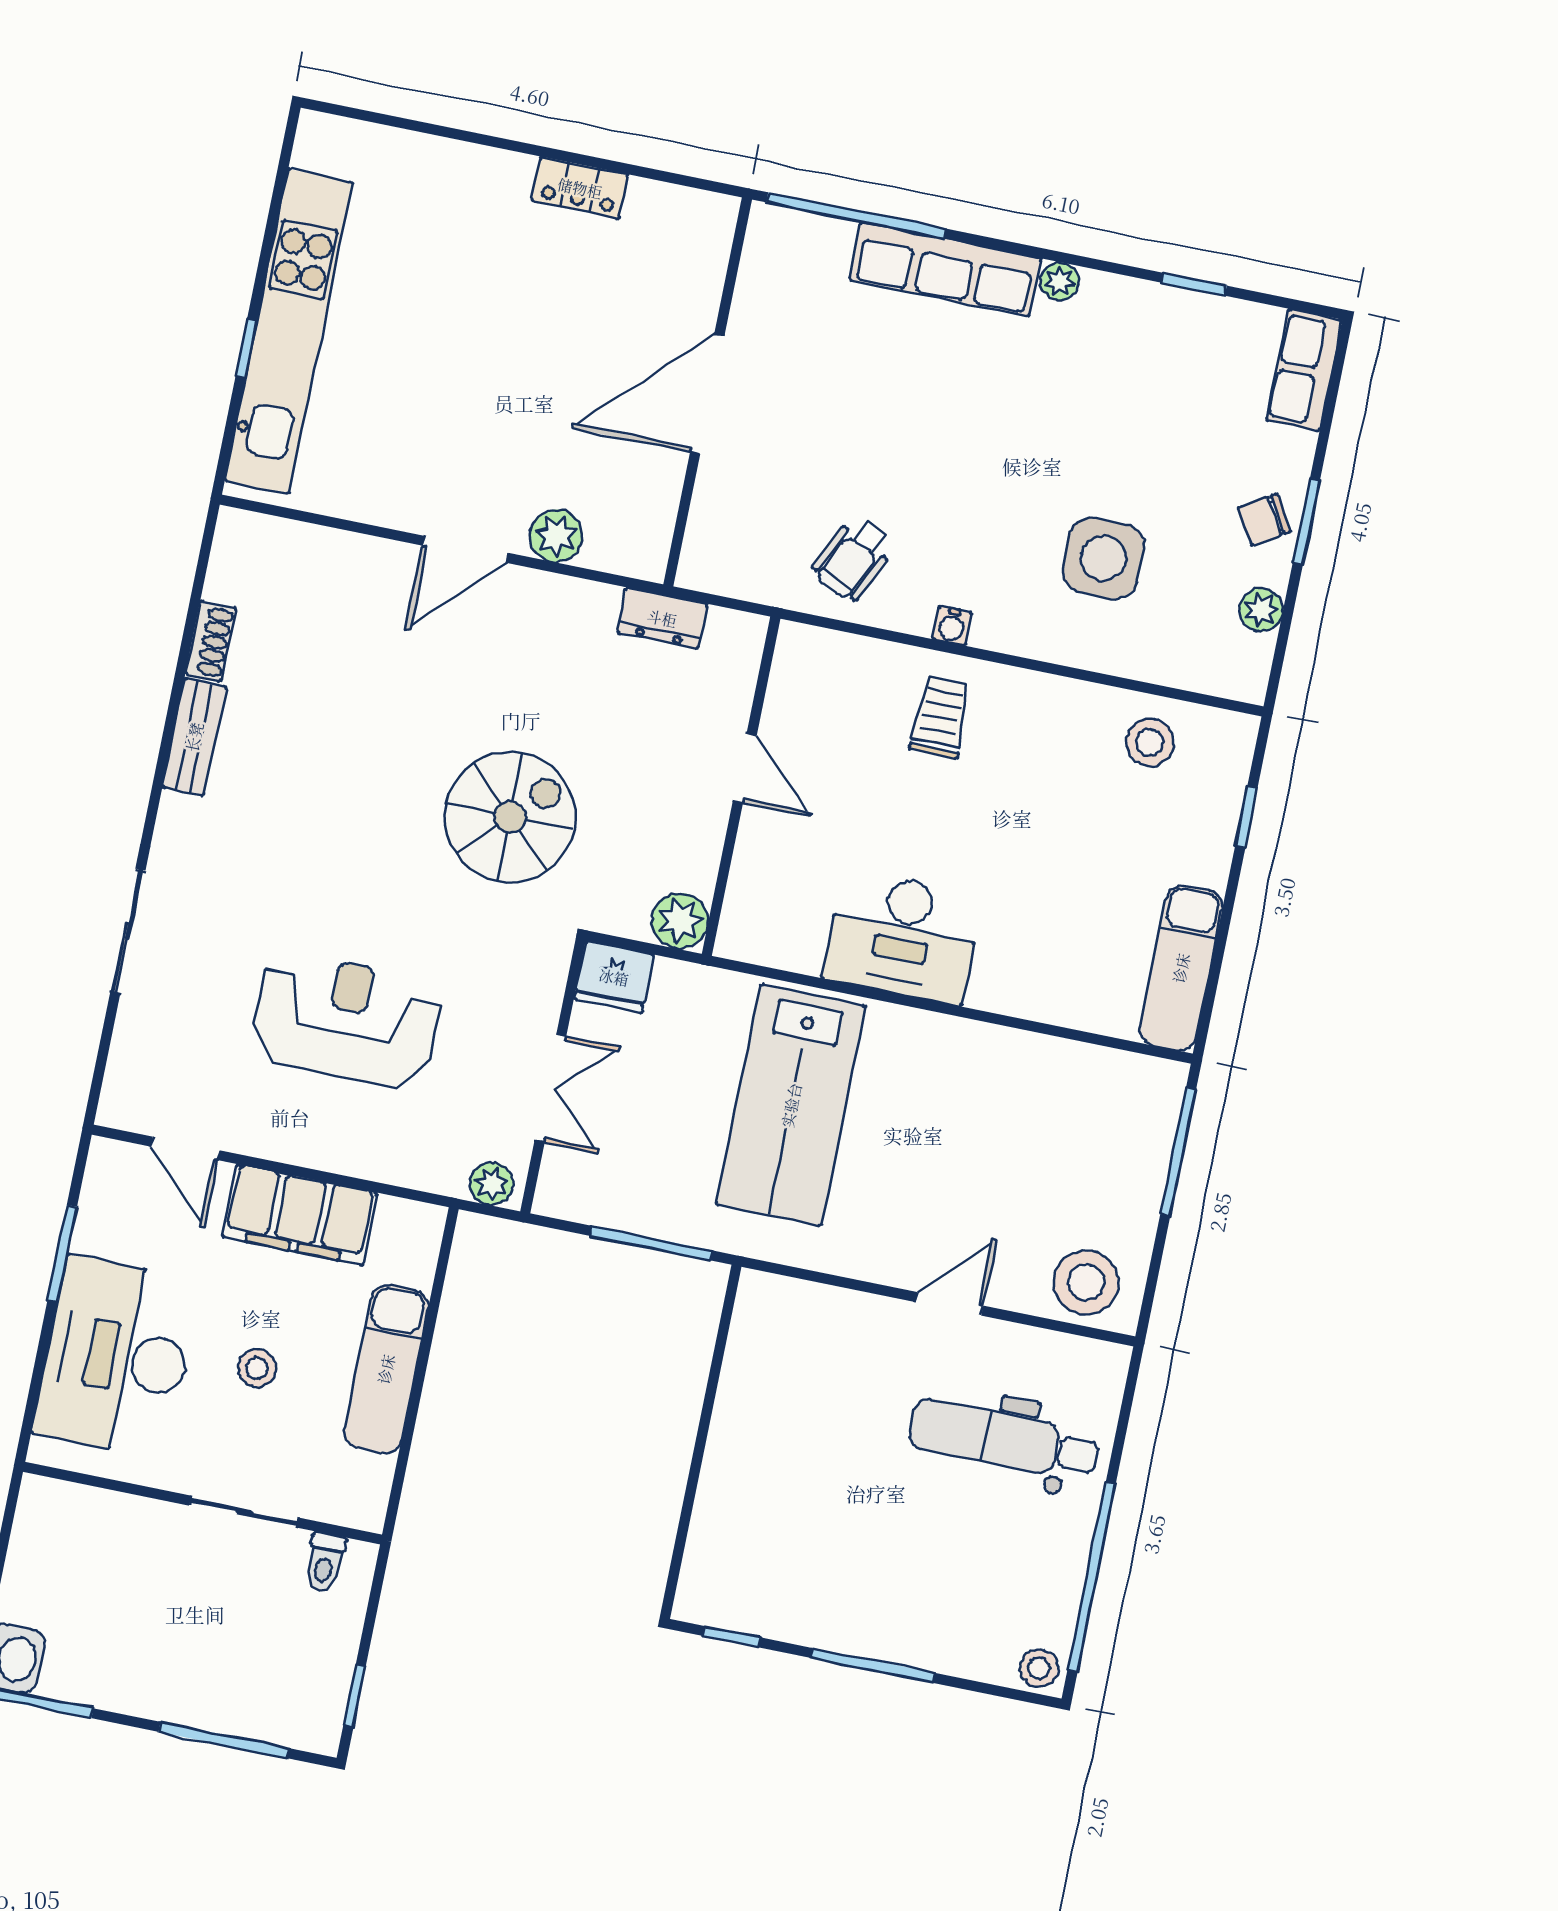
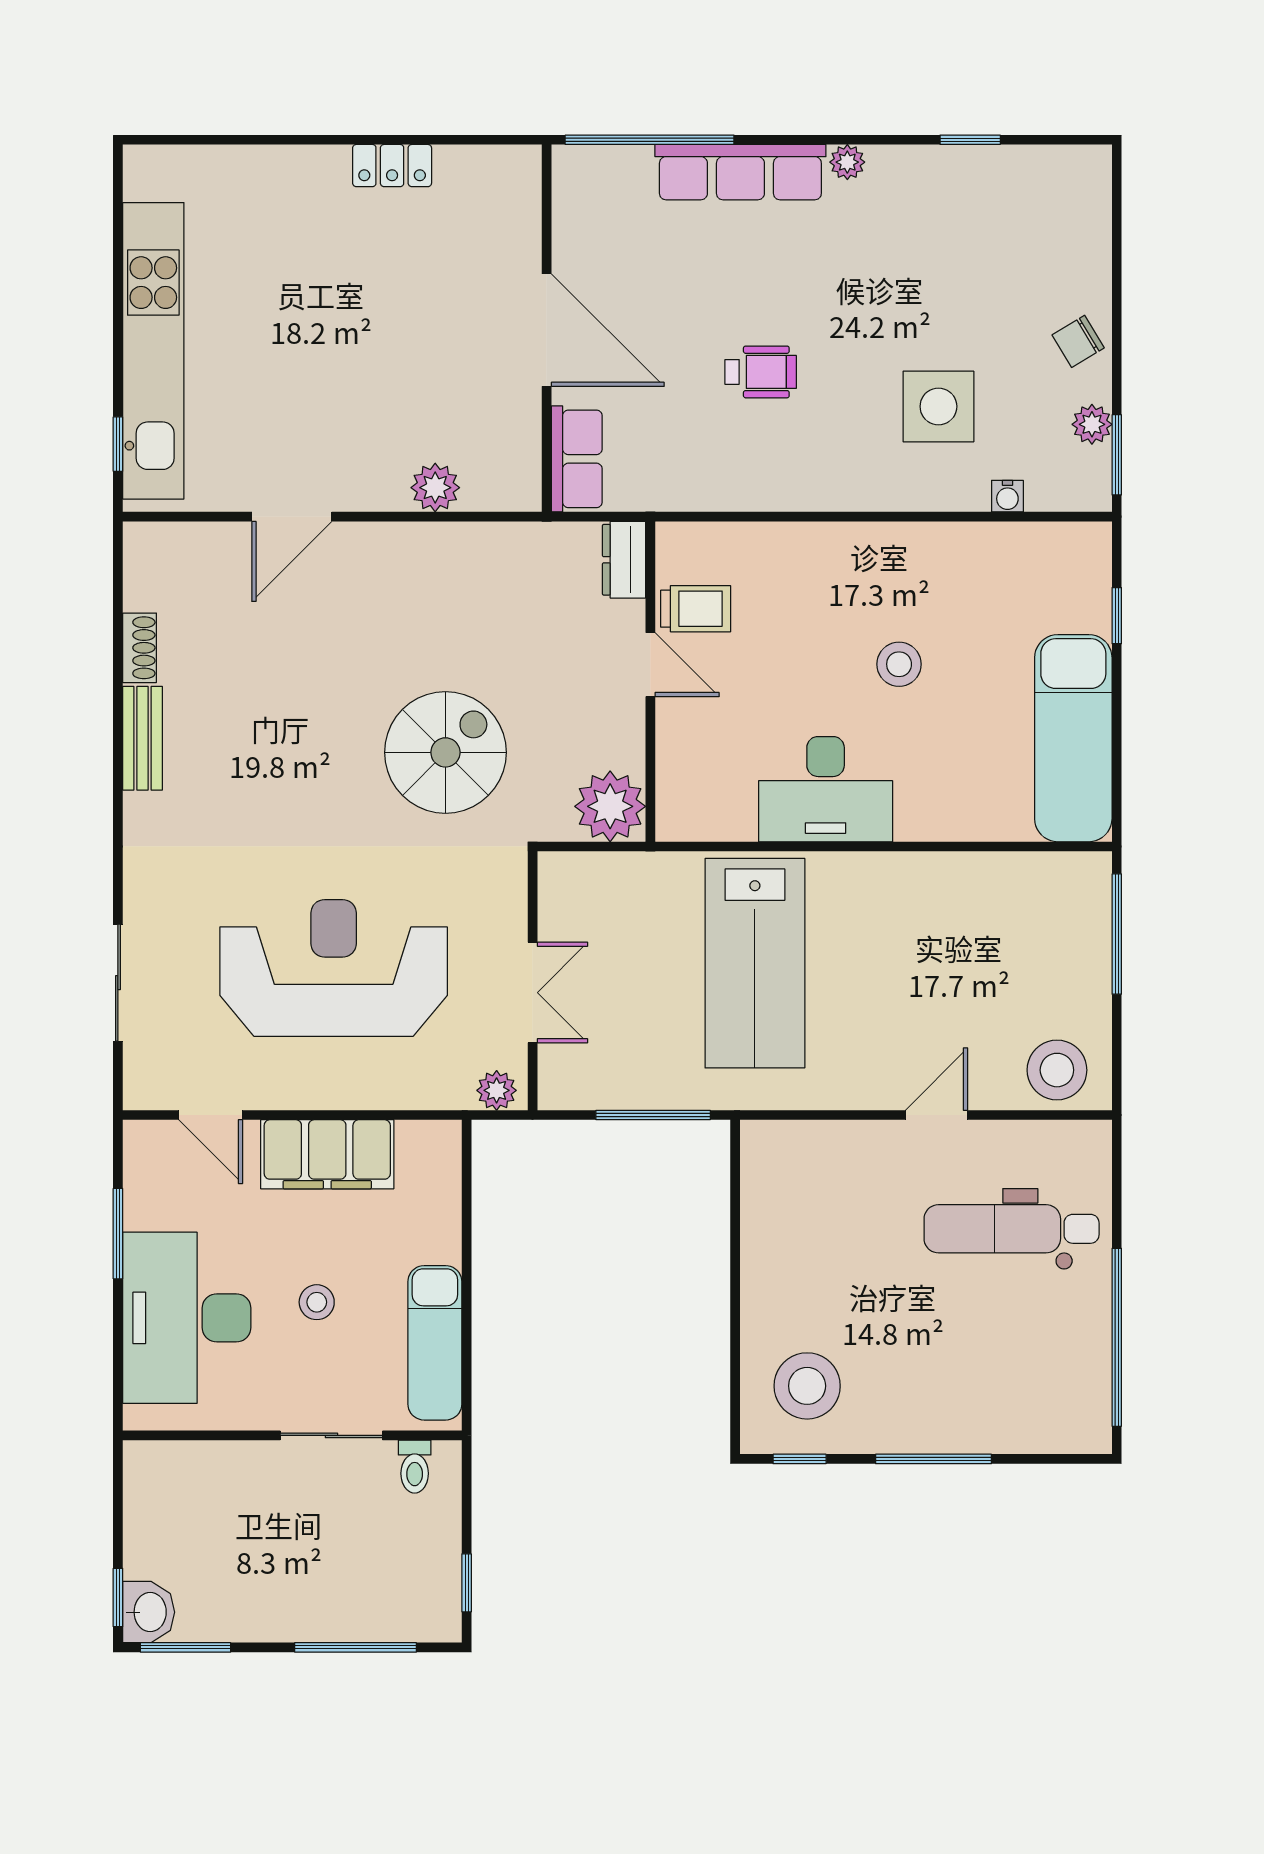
window: (246, 349) -> (118, 444), moved
row of seats: (1304, 370) -> (577, 459), moved, turned 180
door: (707, 394) -> (547, 330), swing flipped
window: (1306, 521) -> (1117, 455), moved
door: (466, 549) -> (292, 517), moved
wheelchair: (853, 558) -> (761, 372), moved, turned -116
dresser: (662, 618) -> (624, 560), moved, turned 90
water cooler: (952, 626) -> (1007, 496), moved
trolley: (941, 717) -> (696, 609), moved, turned 90
stool: (1150, 742) -> (899, 664), moved
plant: (680, 921) -> (610, 806), width x1.36, depth x1.36
sliding door: (128, 931) -> (118, 983), moved
exam couch: (1181, 968) -> (1073, 738), width x1.36, depth x1.45
fridge: (614, 977) -> (570, 879), removed
reception desk: (346, 1020) -> (334, 968), width x1.36, depth x1.30
exam couch: (386, 1369) -> (435, 1343), moved
stool: (1039, 1668) -> (807, 1386), moved, width x1.89, depth x1.89

